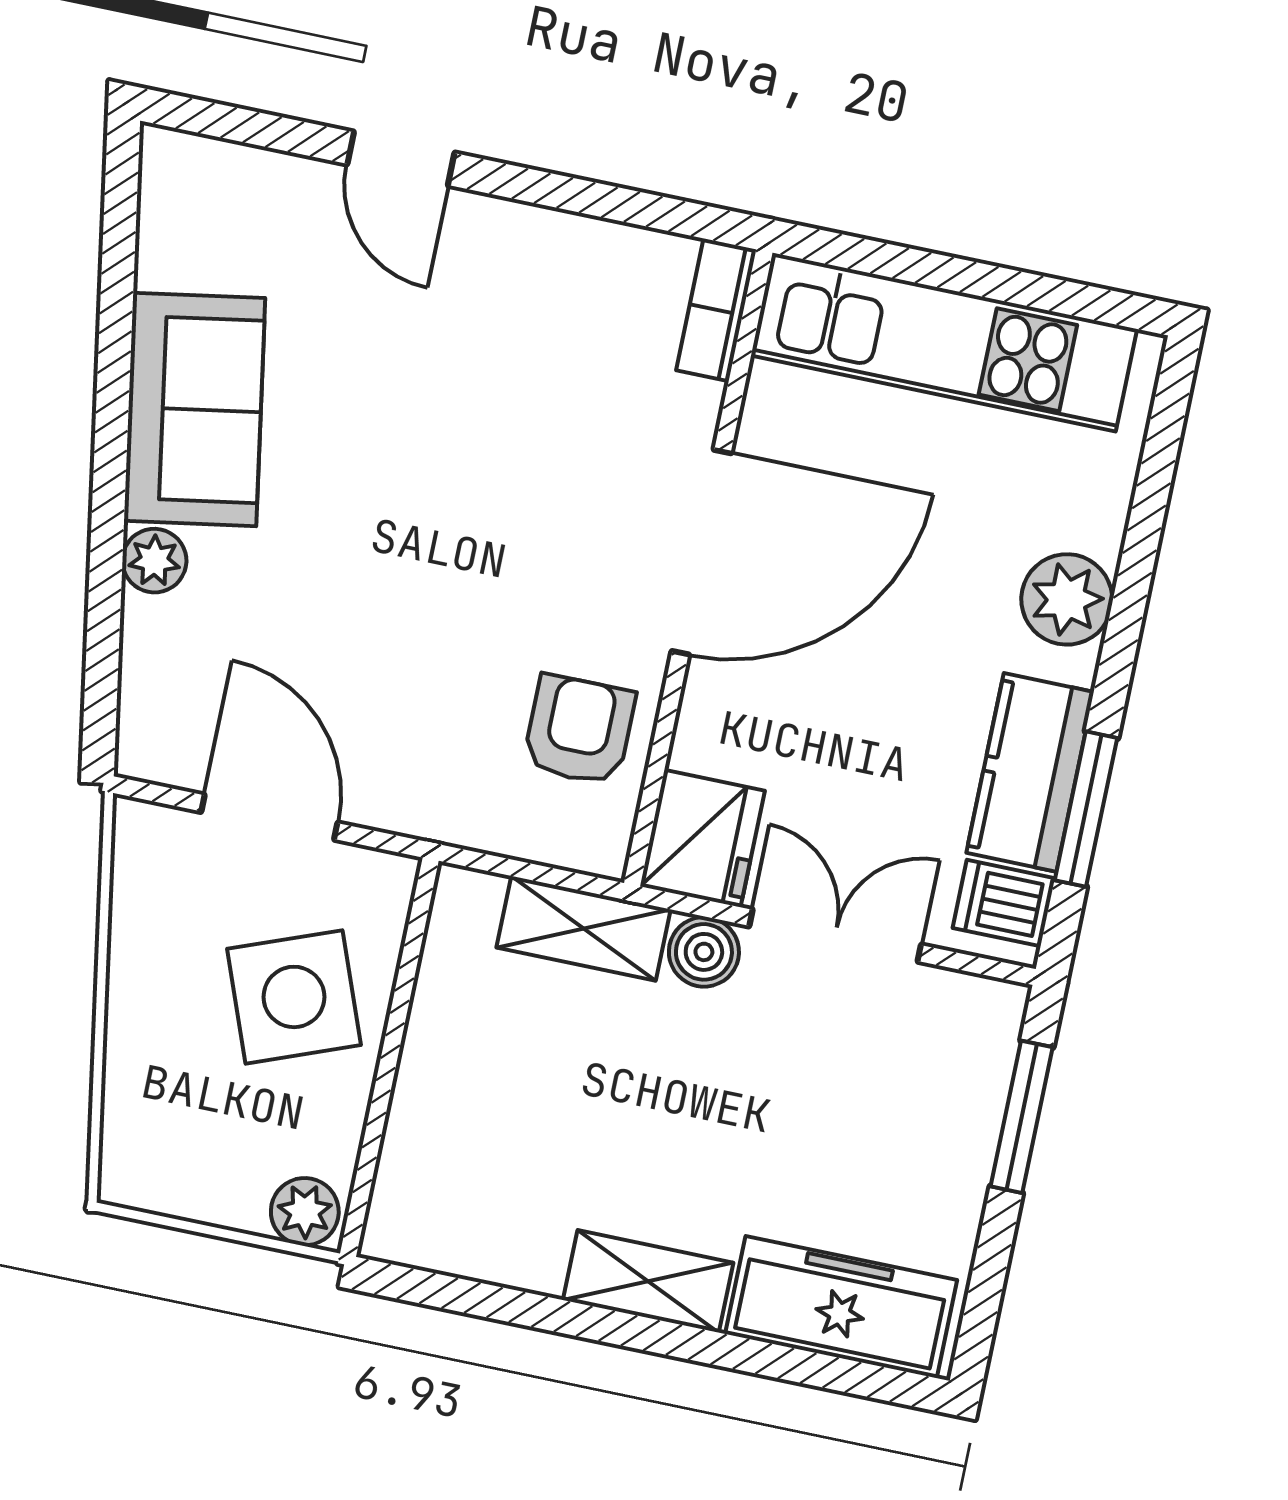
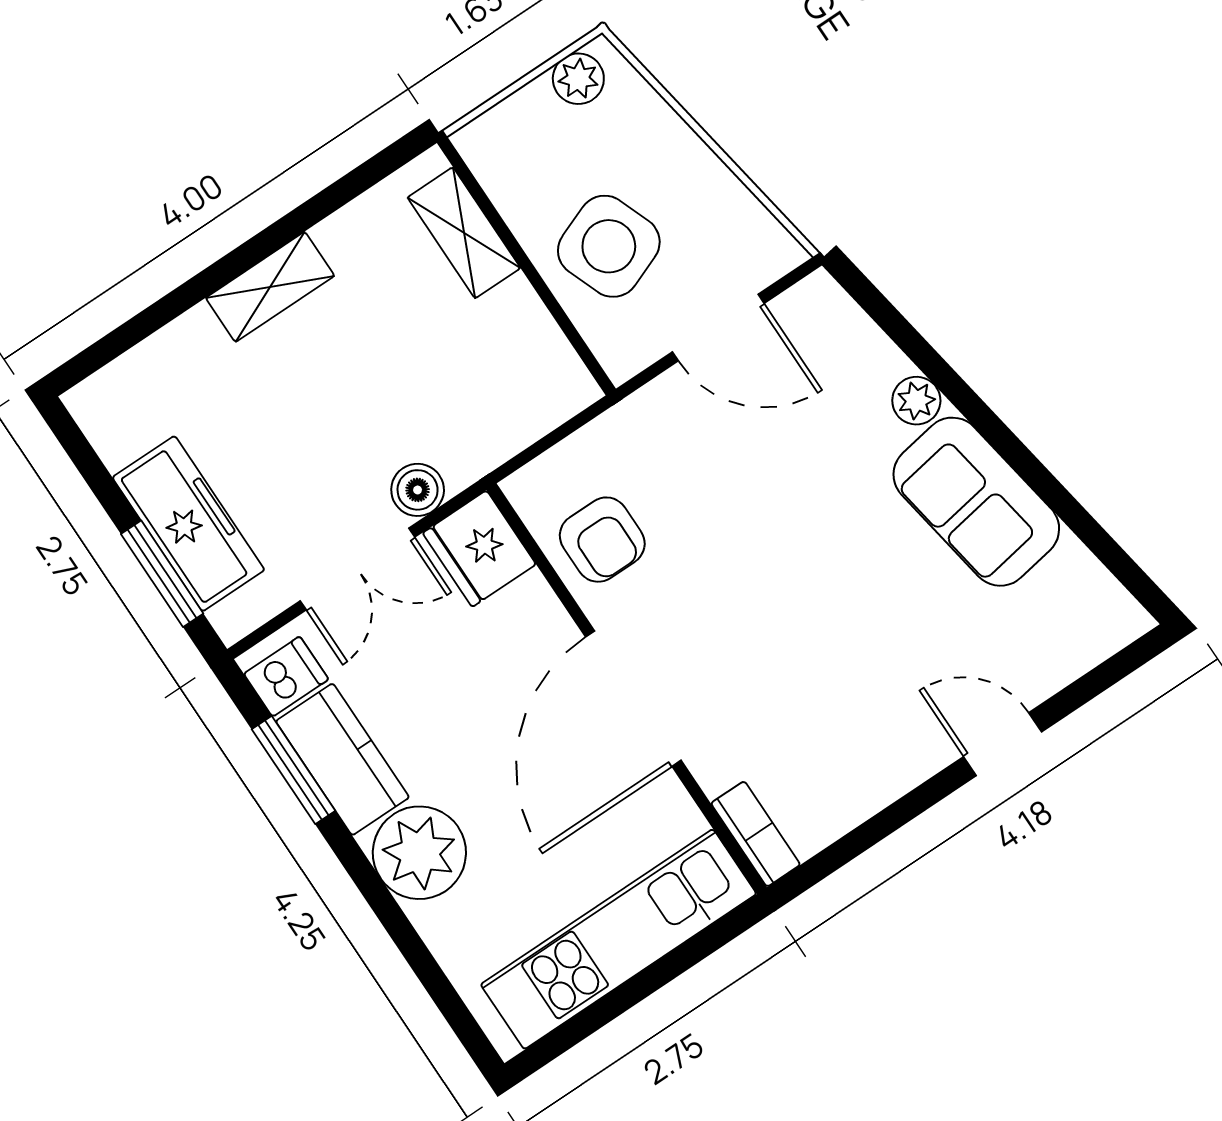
plant: (1067, 599) -> (419, 853), width x1.36, depth x1.36
shelving: (583, 928) -> (464, 233), moved, turned 90
plant: (305, 1212) -> (578, 79), moved
freezer: (841, 1307) -> (188, 524), moved, turned -90

